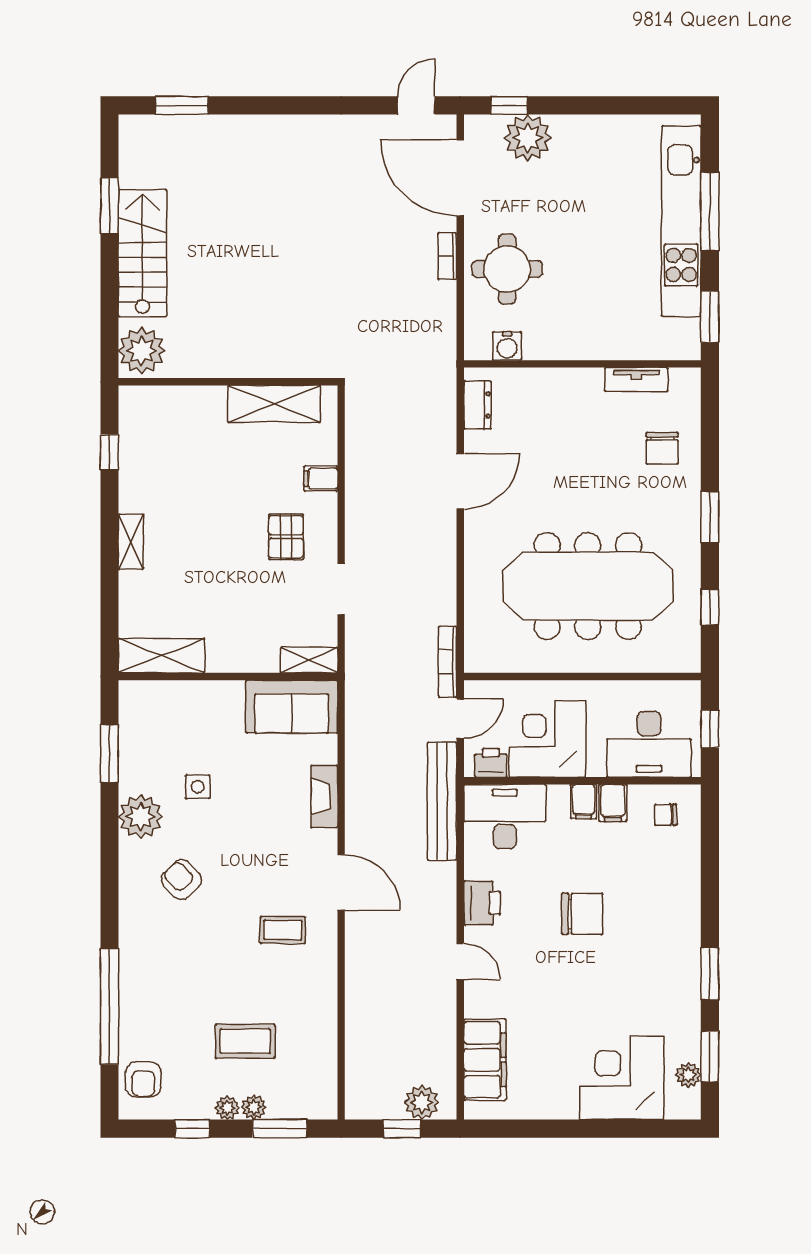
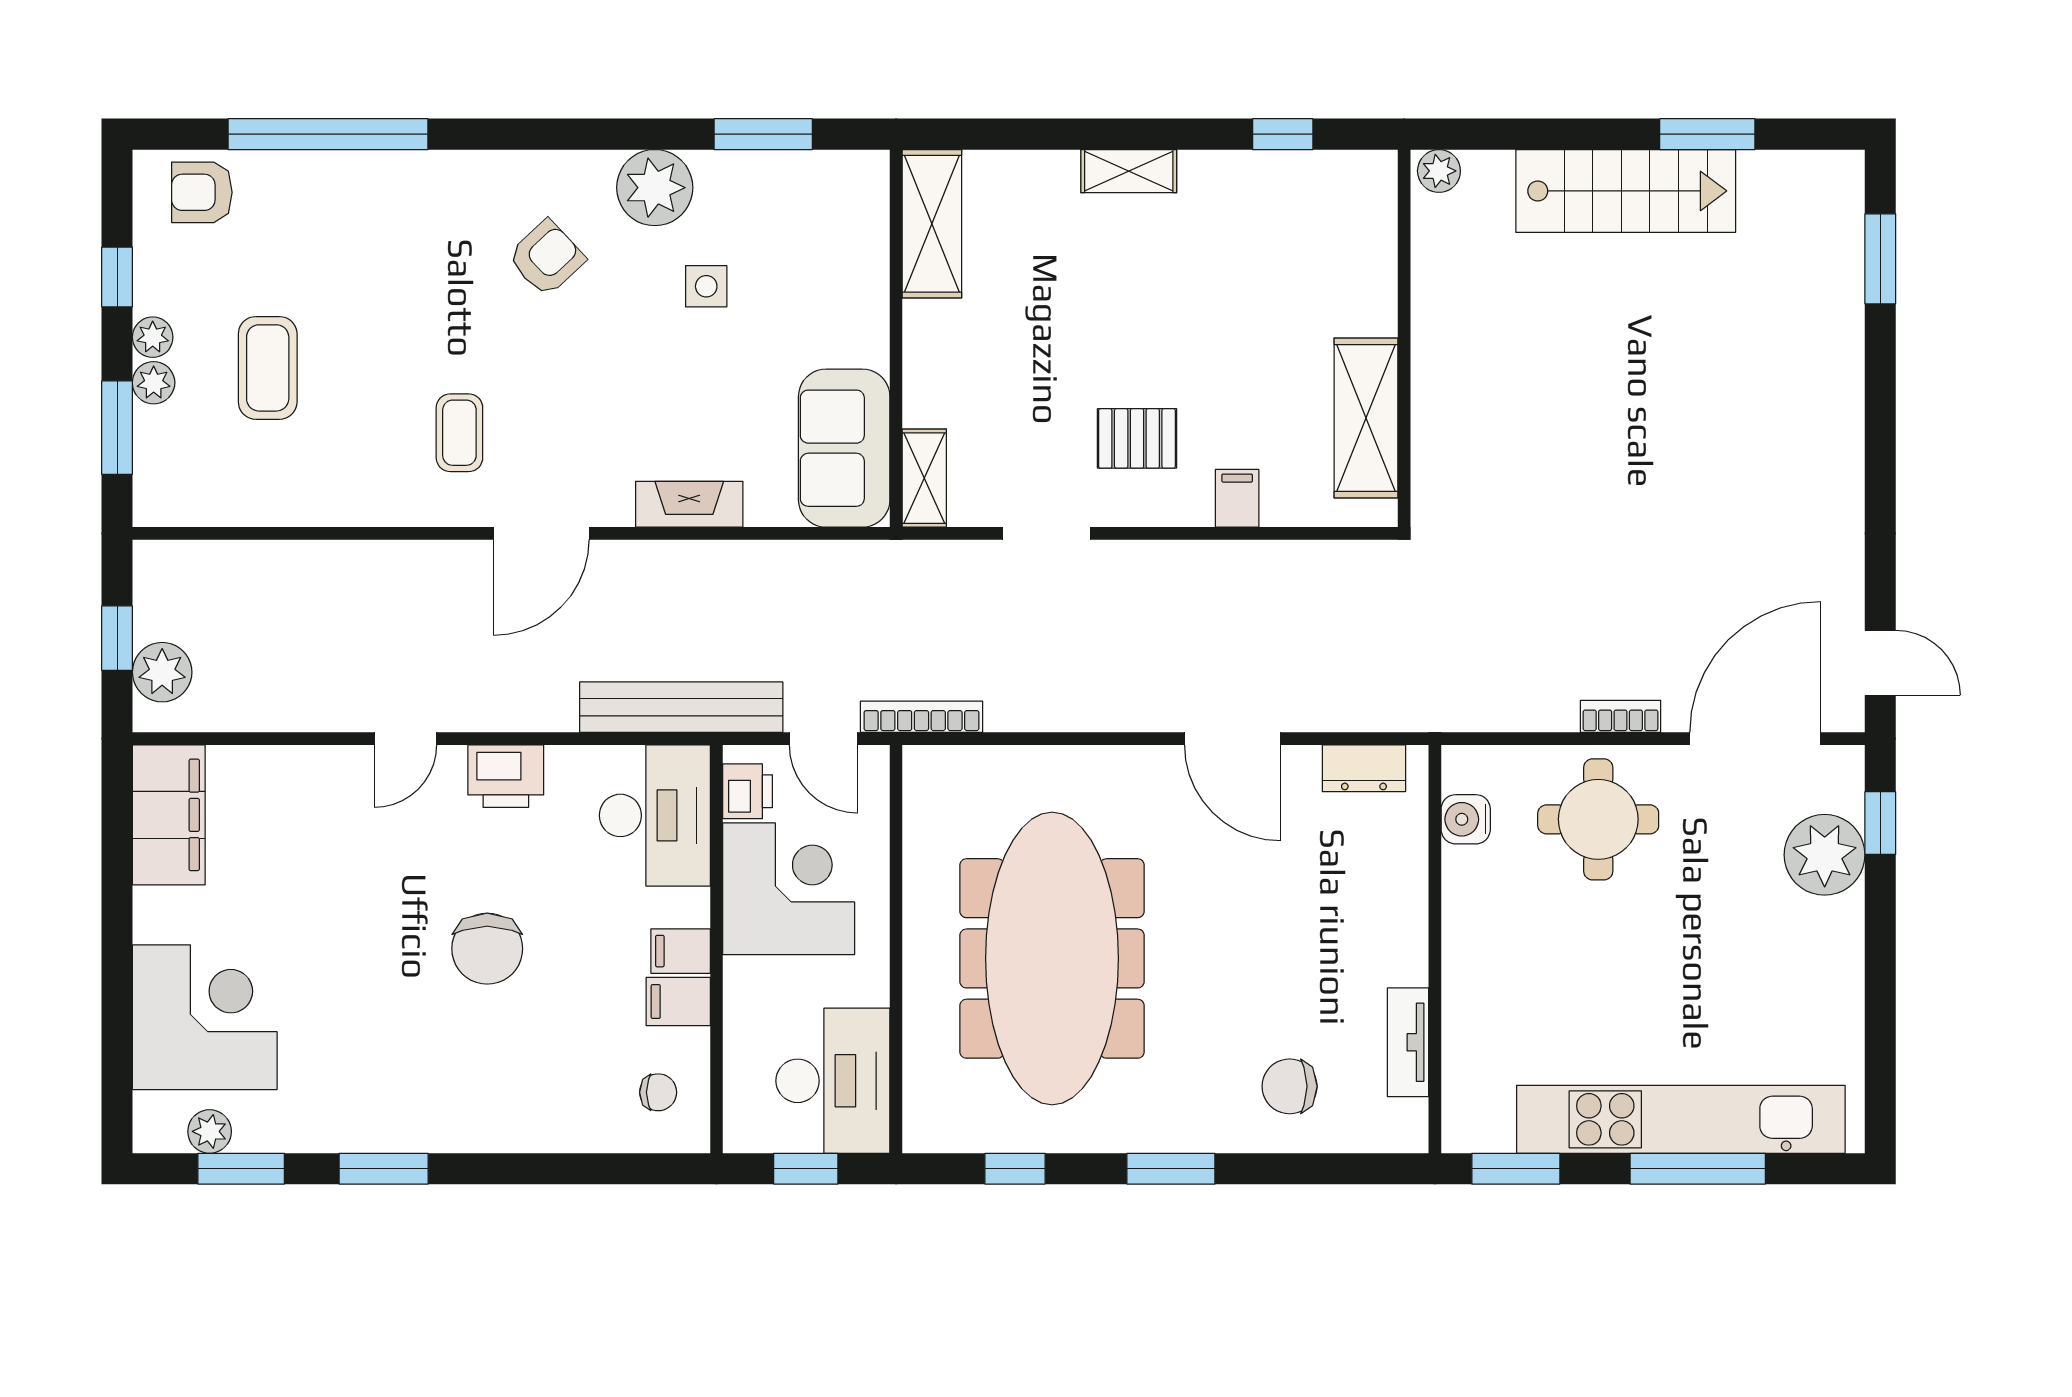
plant: (142, 351) -> (1439, 171), width x0.53, depth x0.53
desk: (649, 744) -> (833, 1081), moved, turned 180
chair: (665, 815) -> (658, 1092), turned 90
filing cabinet: (485, 1060) -> (169, 815), moved, turned -90

